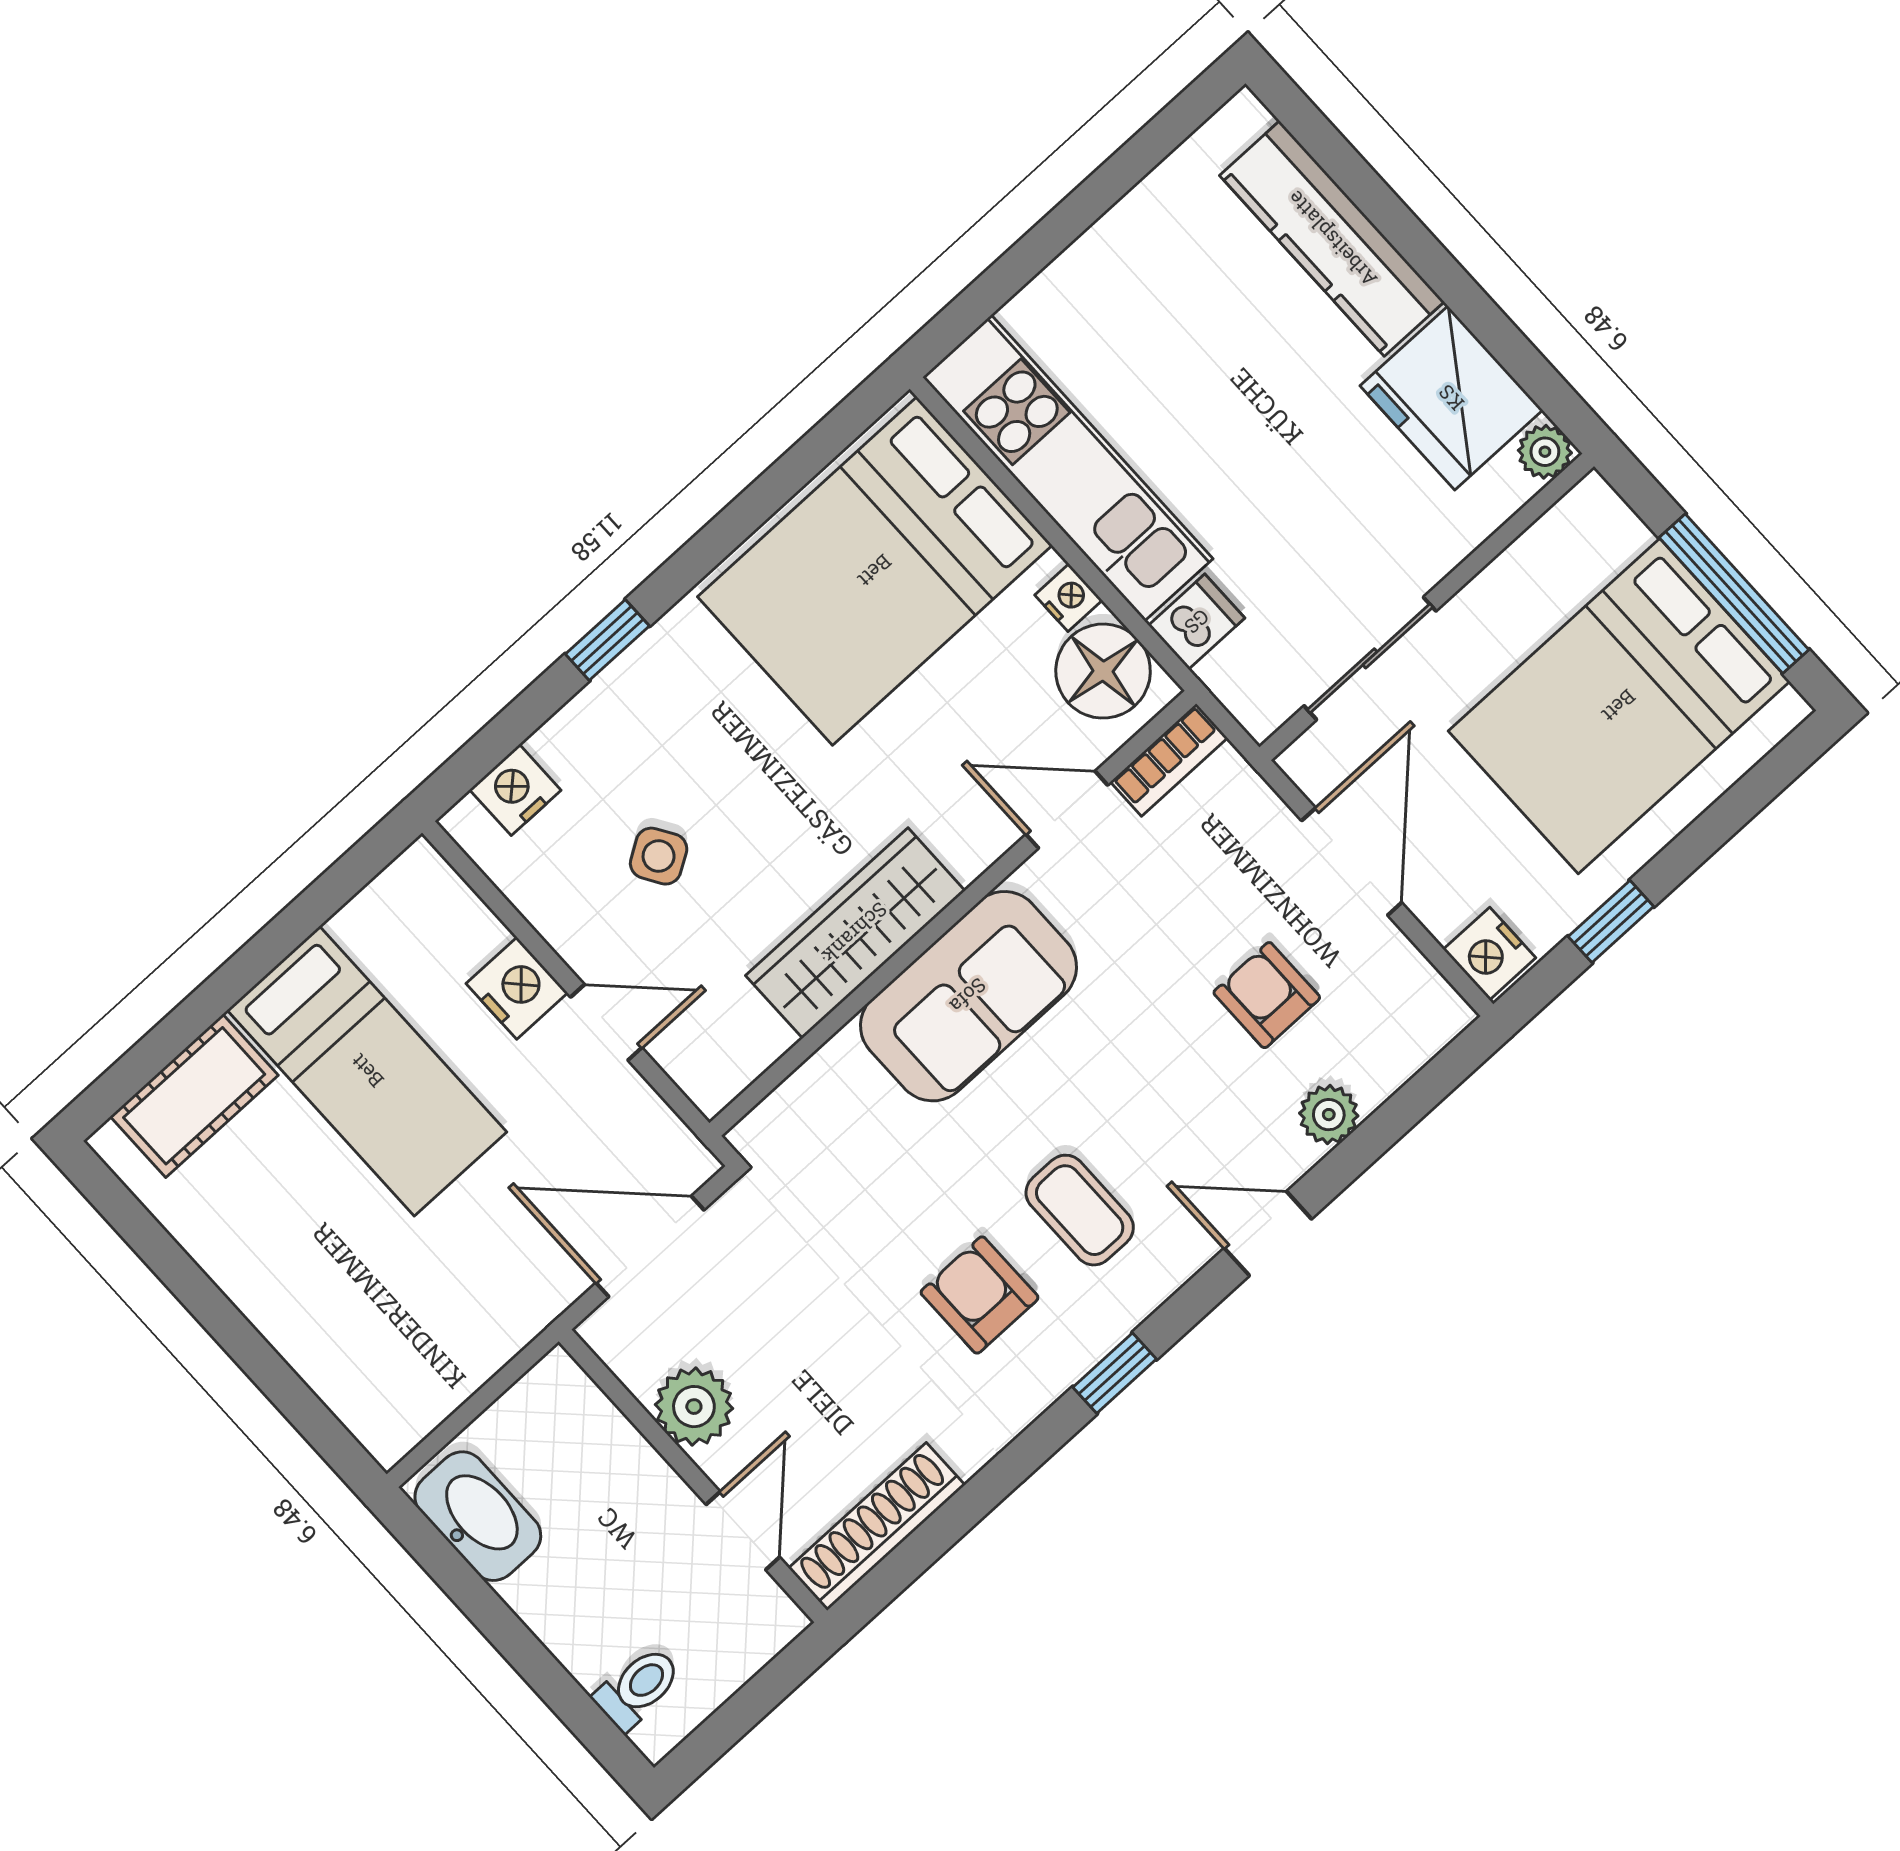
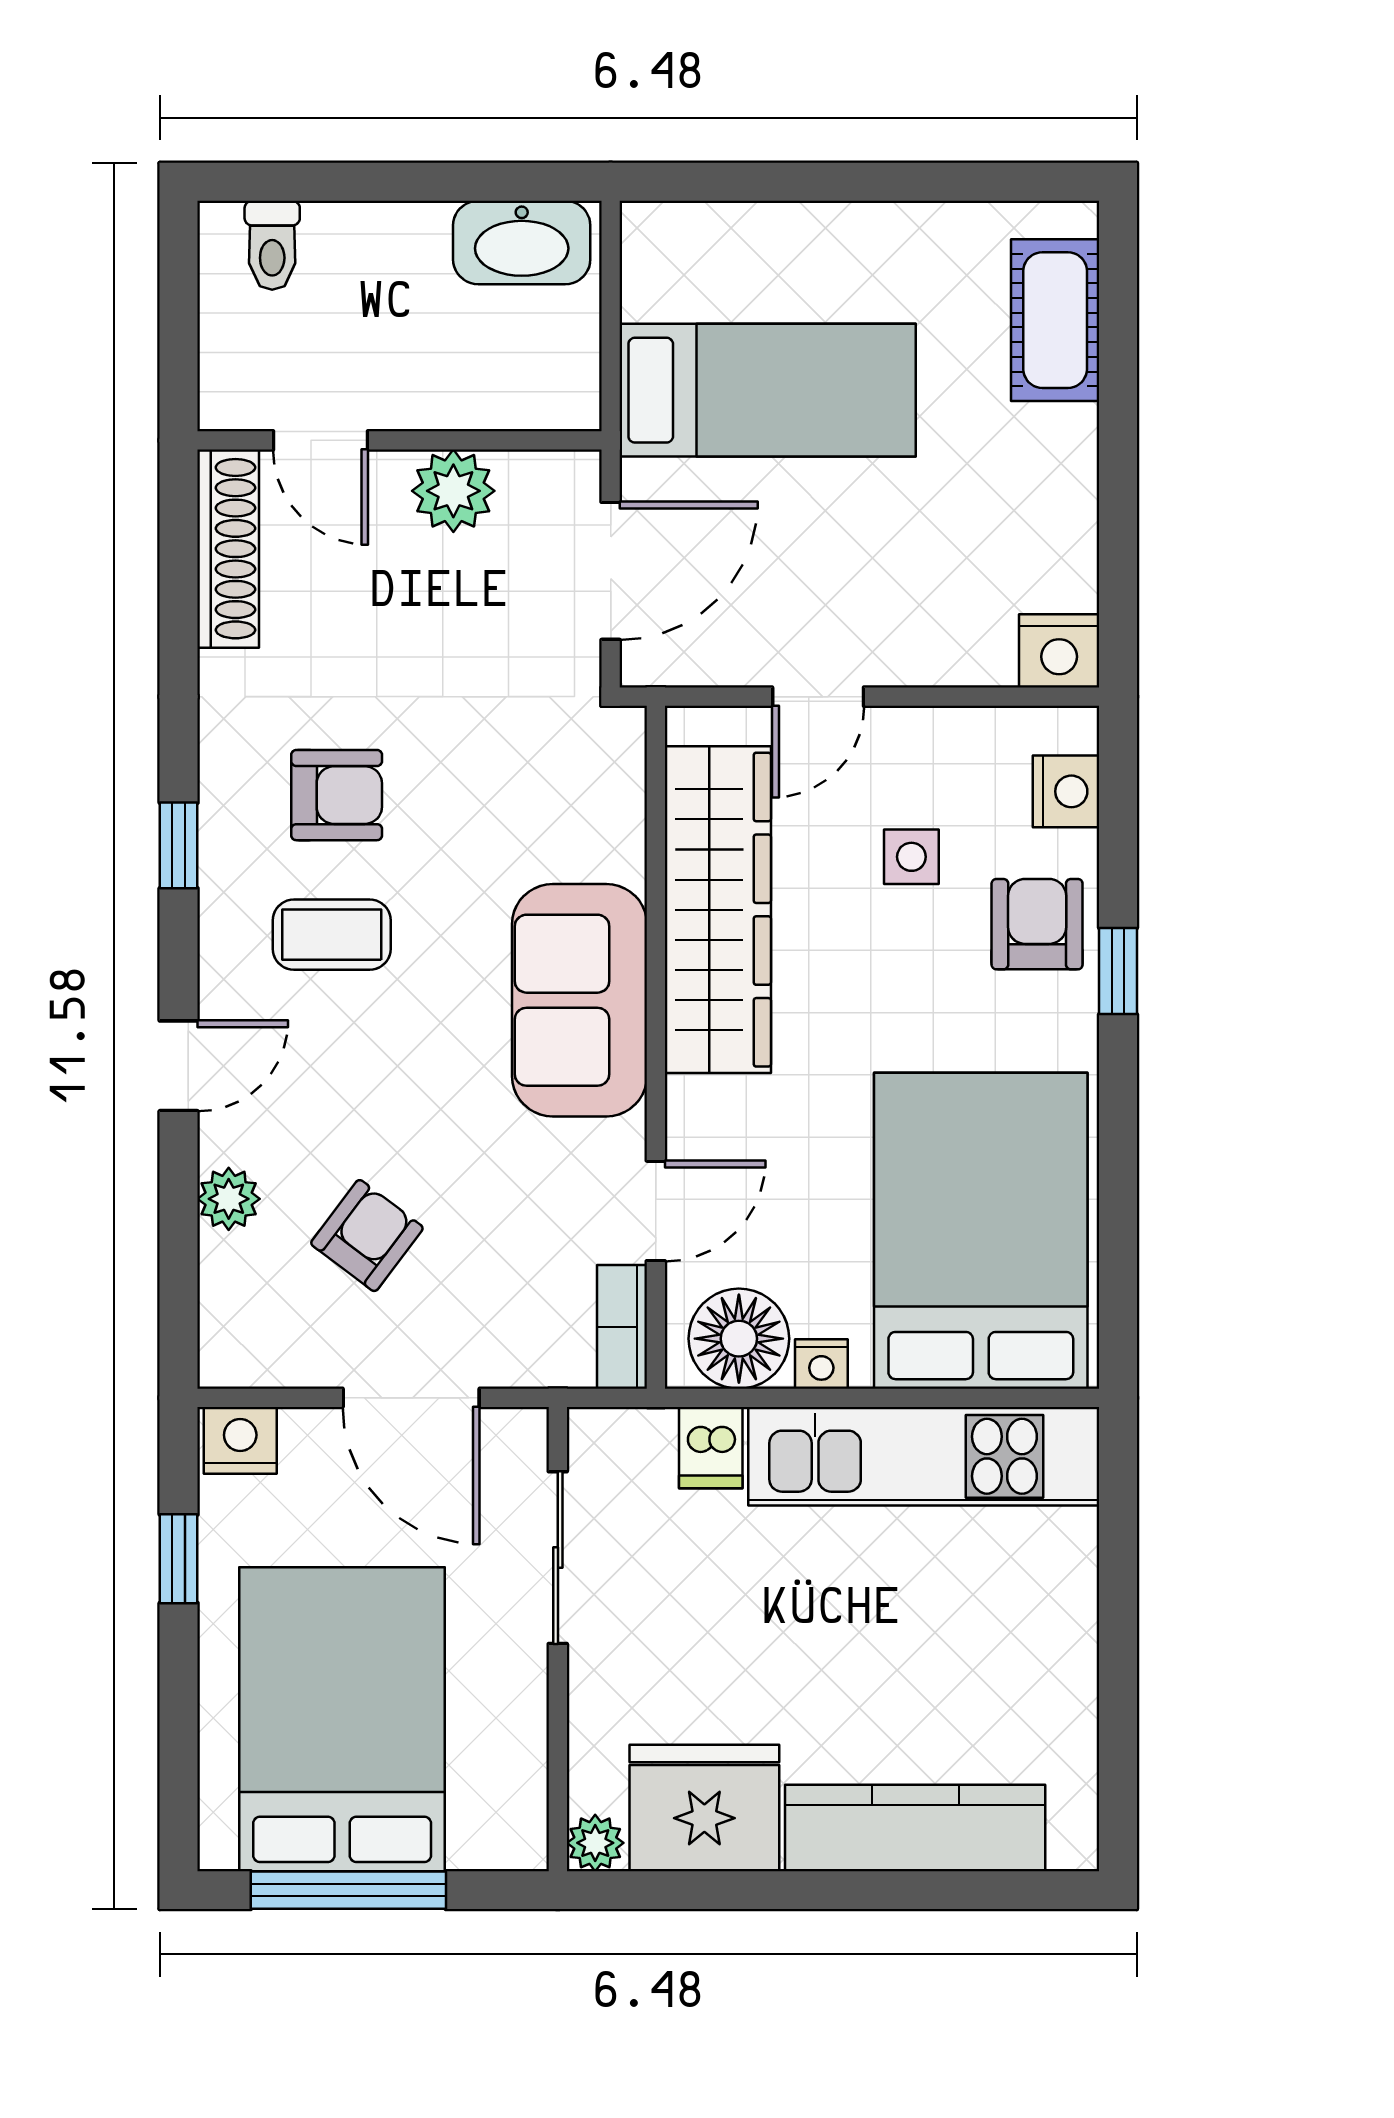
armchair: (626, 726) -> (1037, 924), added
side table: (659, 856) -> (911, 857), turned 32
wardrobe: (855, 933) -> (718, 910), width x1.40, depth x1.17
nightstand: (517, 988) -> (1059, 651), moved
armchair: (1267, 995) -> (367, 1236), turned -53
bed: (367, 1071) -> (768, 390), moved, turned 180

